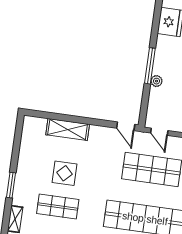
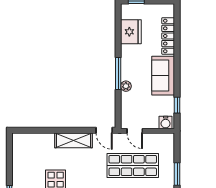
shelving: (68, 129) -> (73, 140), moved

